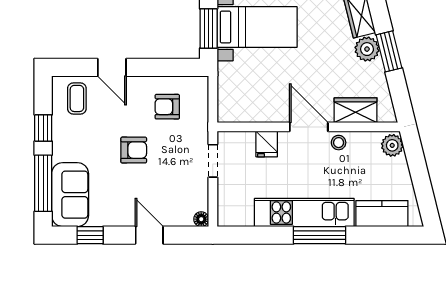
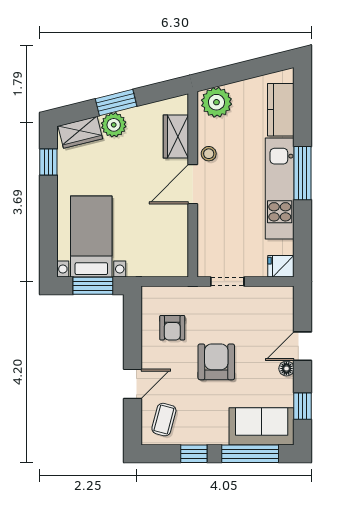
coffee table: (77, 98) -> (164, 420), turned -75
fridge: (267, 144) -> (281, 266), moved, turned 180
plant: (392, 145) -> (216, 102), width x1.36, depth x1.36
armchair: (134, 150) -> (216, 362), width x1.38, depth x1.38
floor lamp: (201, 219) -> (286, 369), moved

